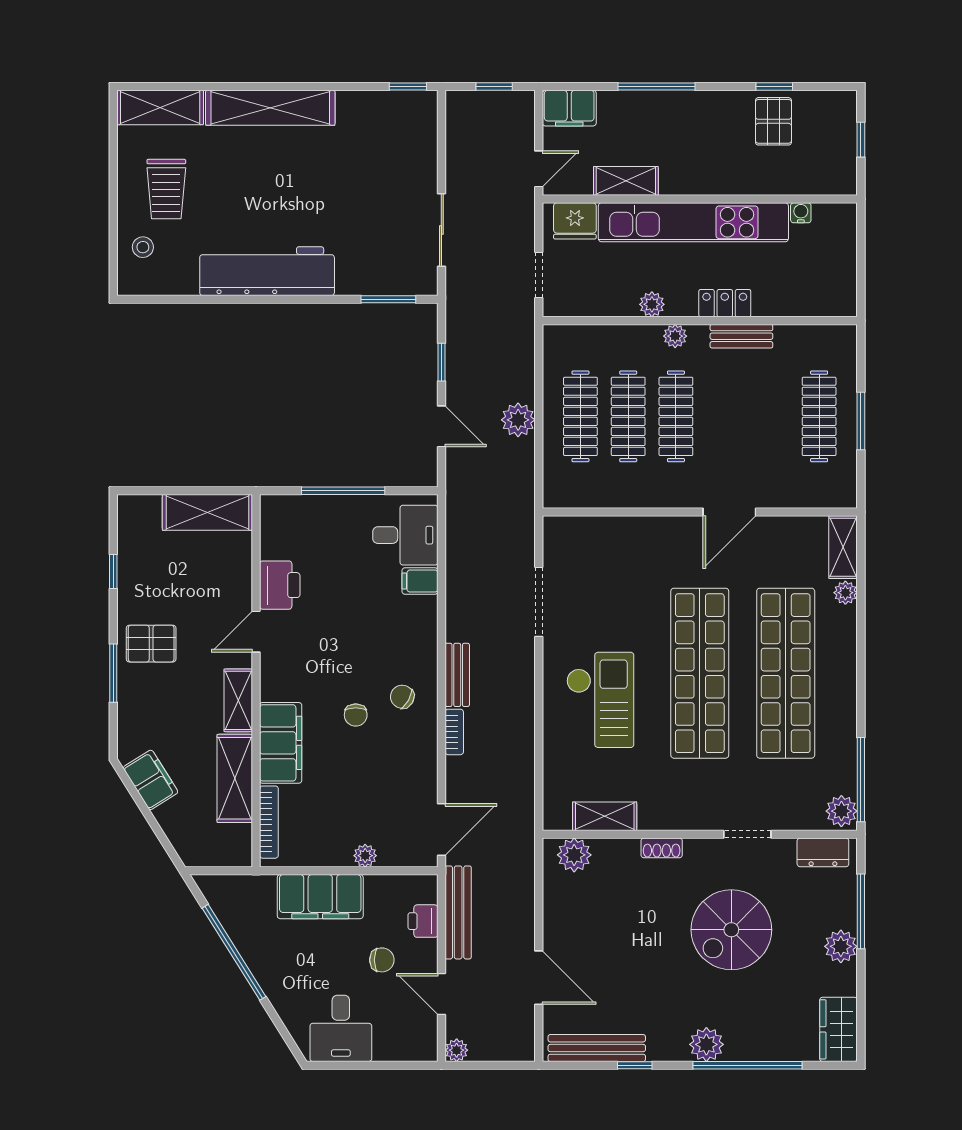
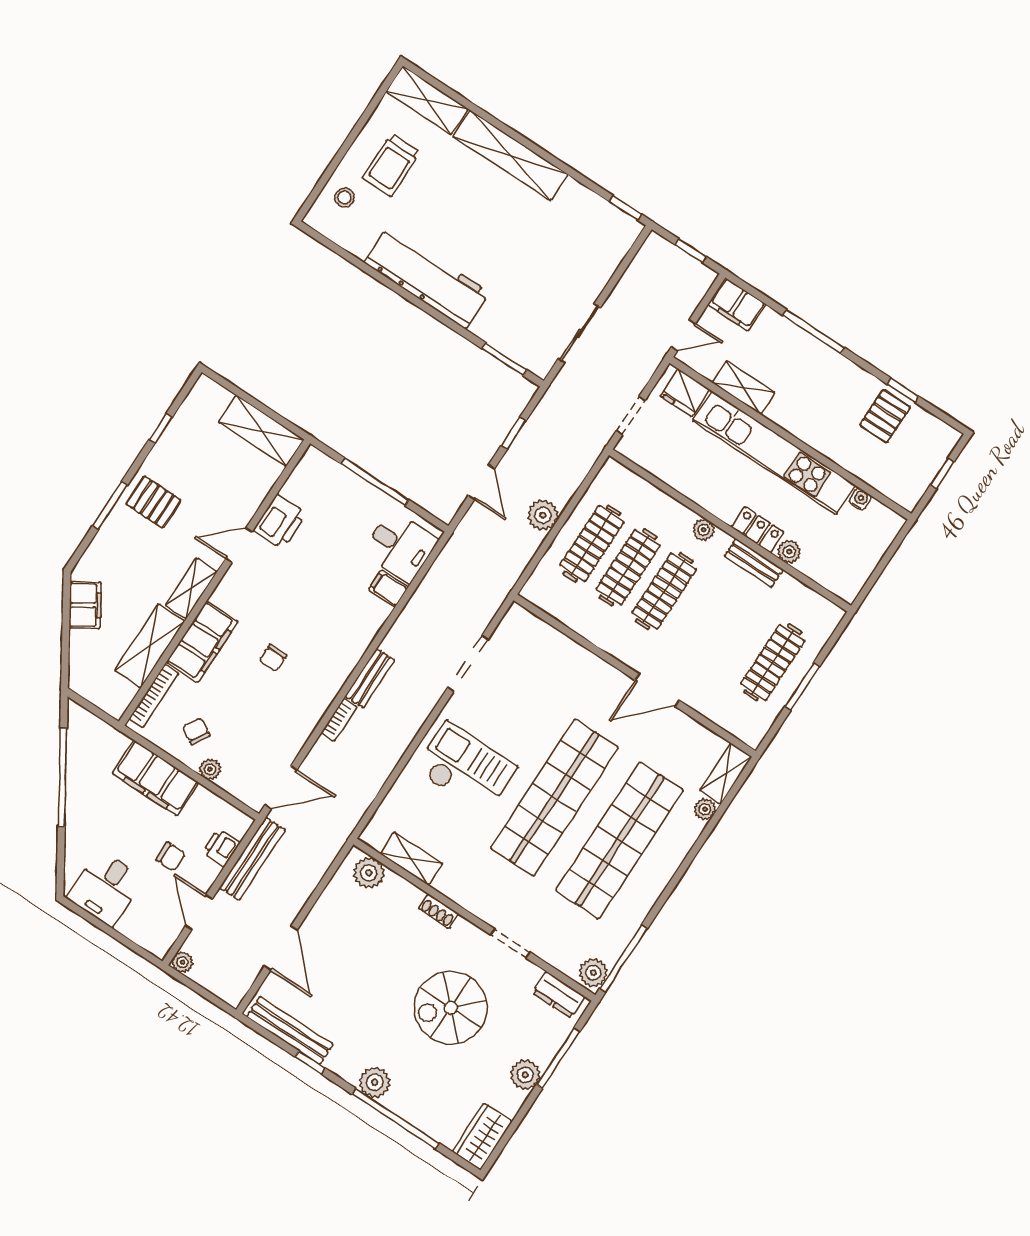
plant: (652, 304) -> (789, 552), moved
chair: (402, 697) -> (196, 731), moved
checkout: (600, 700) -> (466, 768), turned -90

